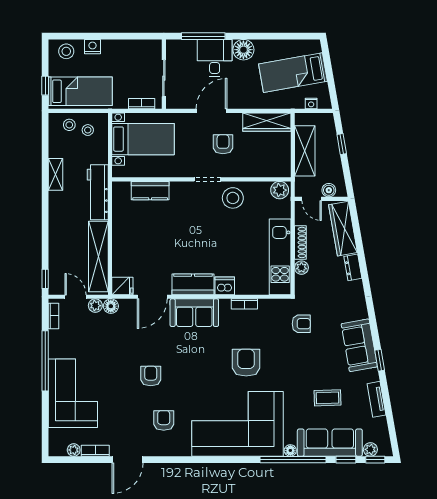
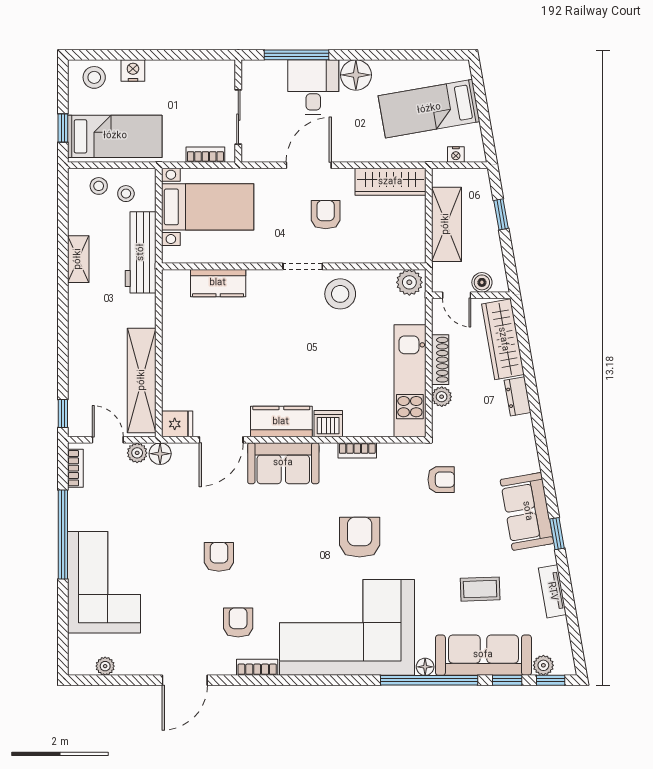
workbench: (98, 192) -> (141, 252), moved
bookcase: (95, 451) -> (257, 667), moved

